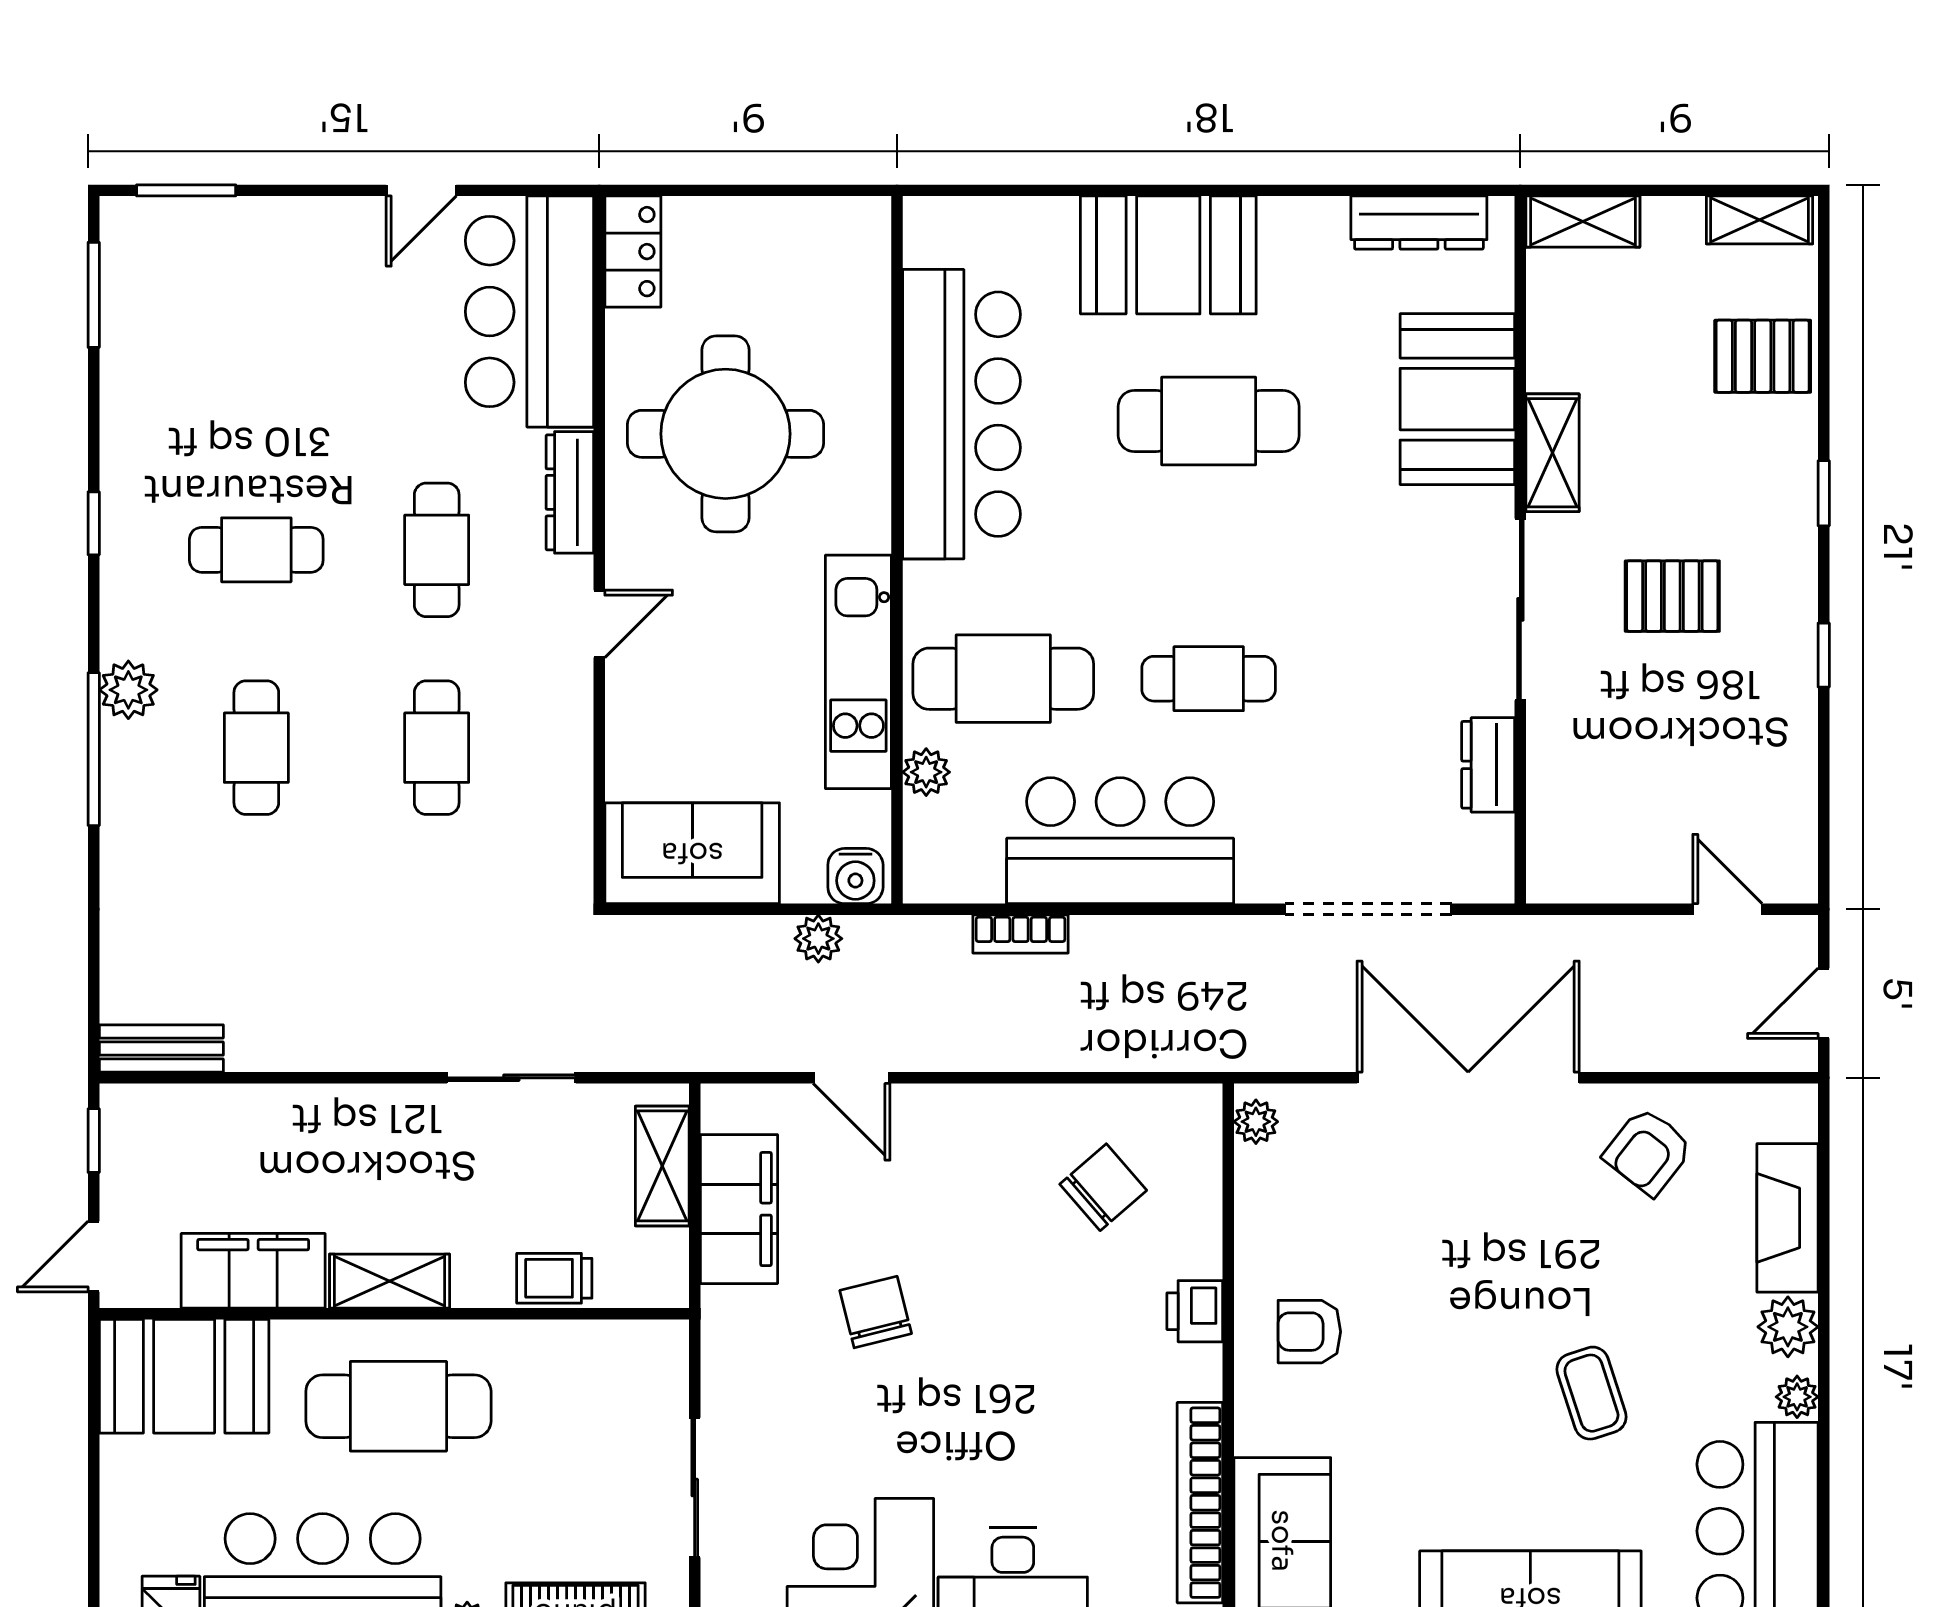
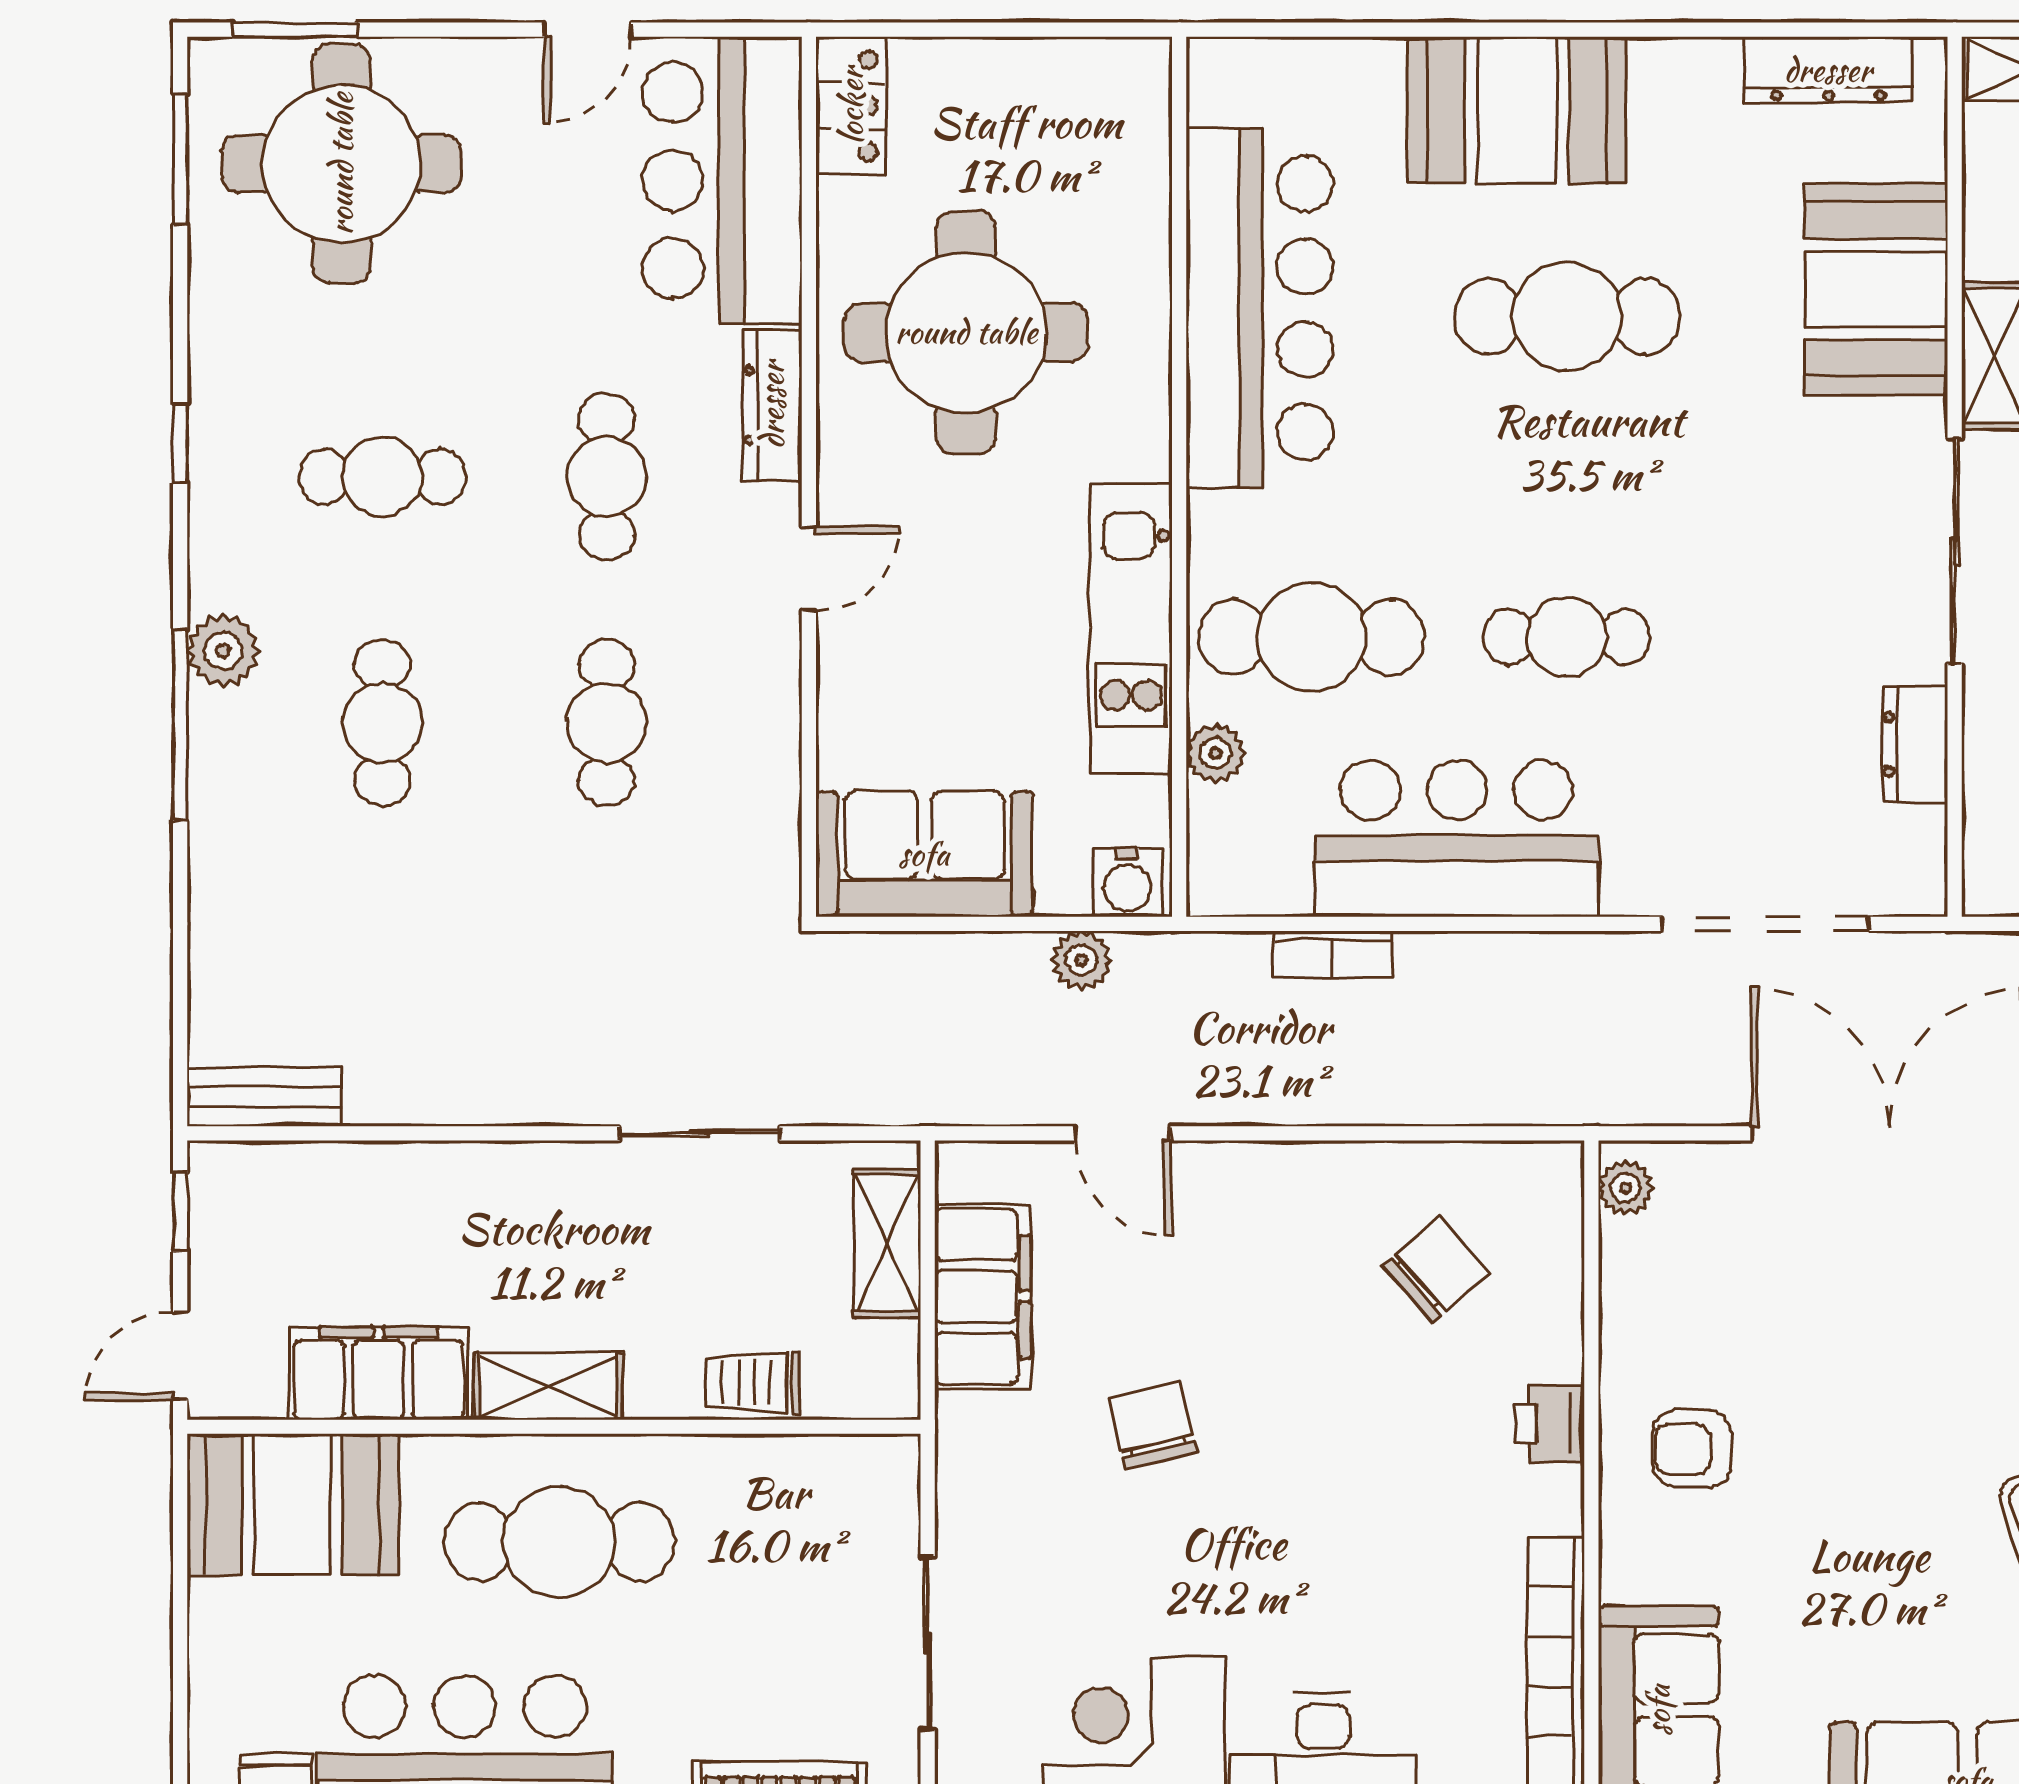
round table: (223, 298) -> (341, 164), added

